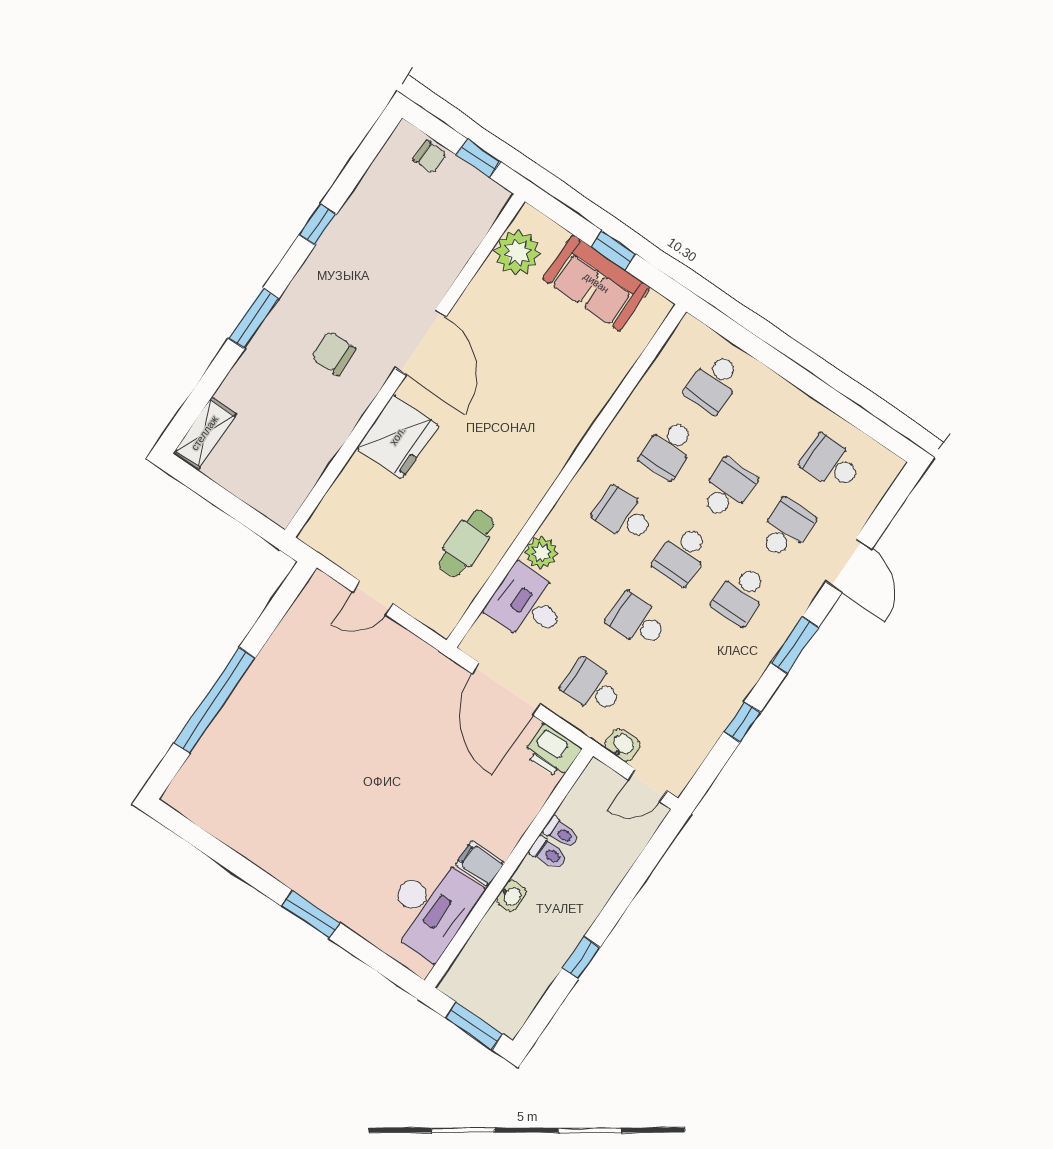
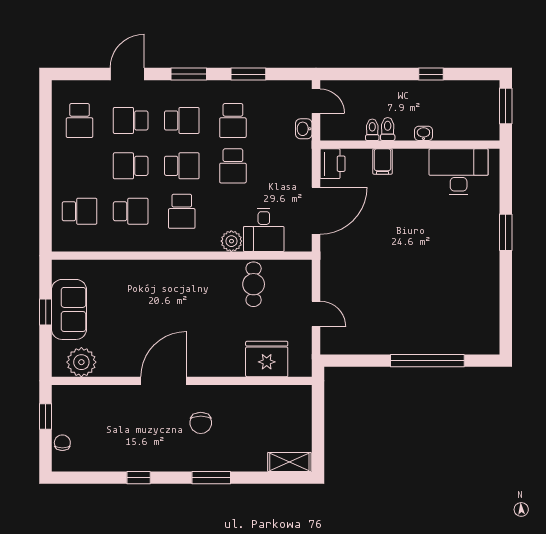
fridge: (398, 436) -> (267, 359), moved
cafe table: (466, 543) -> (254, 284), turned 90
school desk: (592, 687) -> (233, 120), moved
window: (742, 722) -> (248, 74), width x1.50
filing cabinet: (480, 864) -> (382, 162), moved

